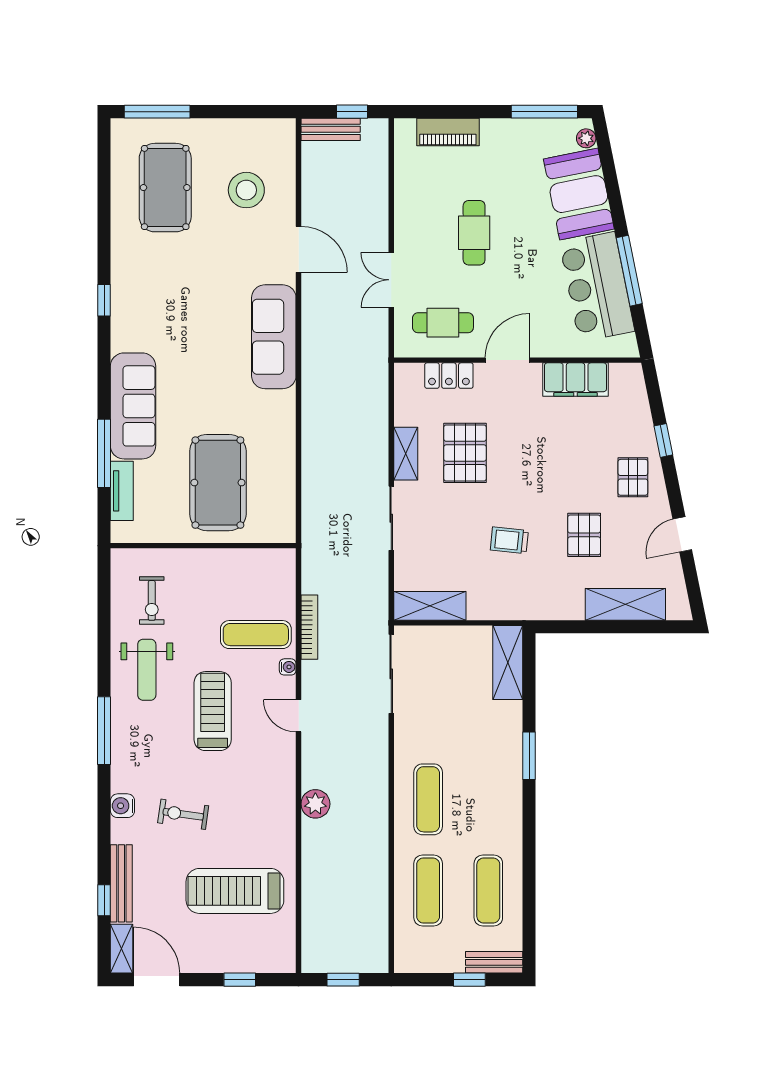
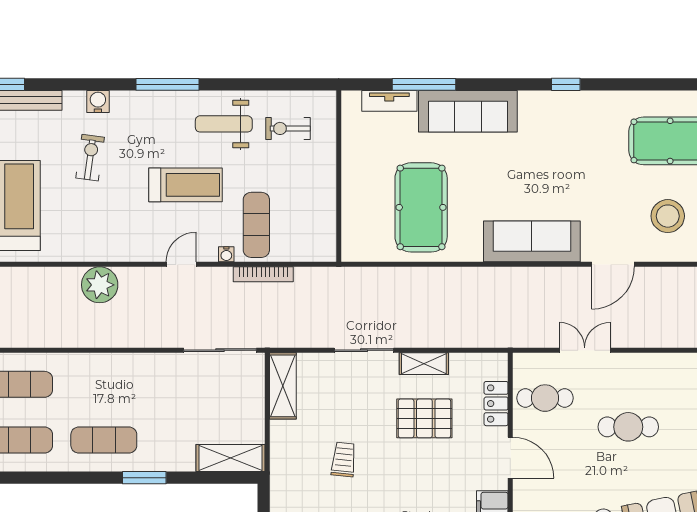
cafe table: (443, 323) -> (545, 398), turned 90
pool table: (218, 483) -> (421, 207), moved, turned 90
exercise mat: (428, 799) -> (104, 440), moved
plant: (315, 804) -> (100, 285), width x1.36, depth x1.36

